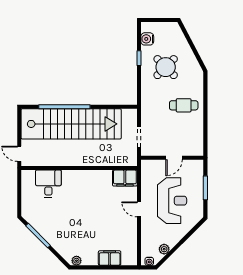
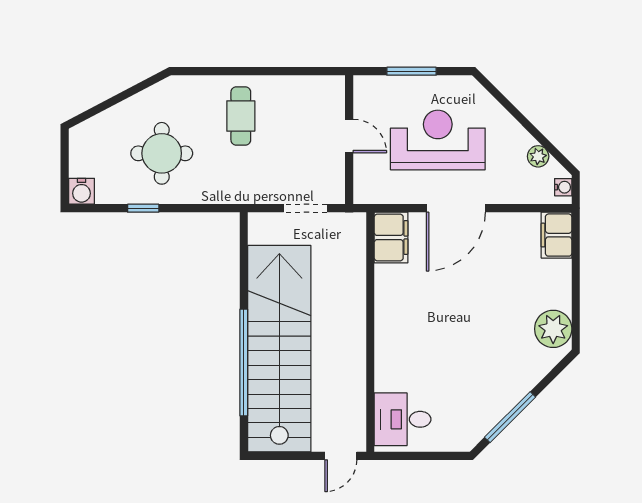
water cooler: (147, 39) -> (82, 191), moved
round table: (166, 67) -> (162, 153), turned 45
desk: (48, 184) -> (403, 419), moved
door: (139, 209) -> (456, 208), width x1.87
filing cabinet: (110, 258) -> (556, 235), moved
plant: (76, 261) -> (553, 329), width x1.88, depth x1.88

